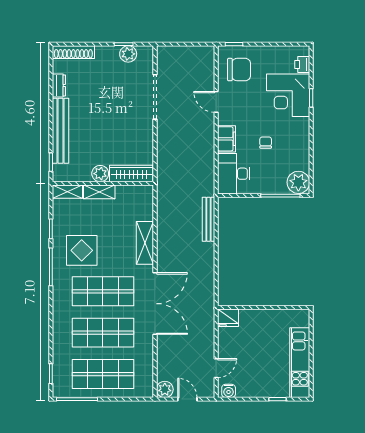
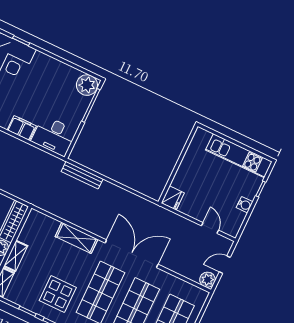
chair: (266, 143) -> (40, 97), removed
water cooler: (229, 391) -> (245, 205), moved

